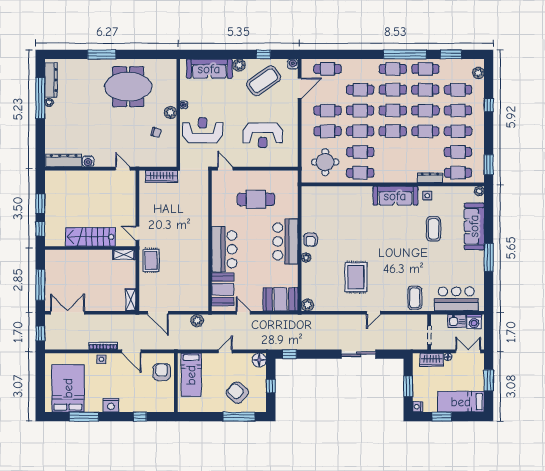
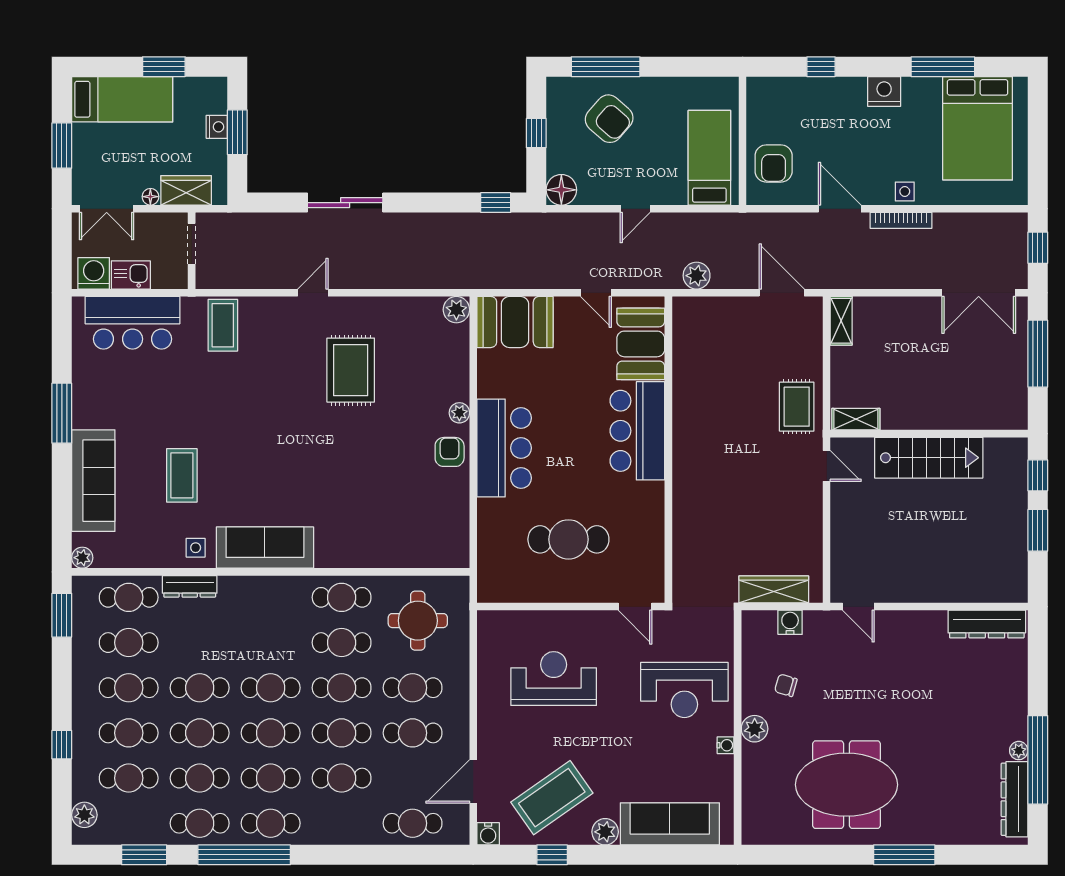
water cooler: (88, 161) -> (790, 622), moved
nightstand: (418, 407) -> (217, 127), moved

